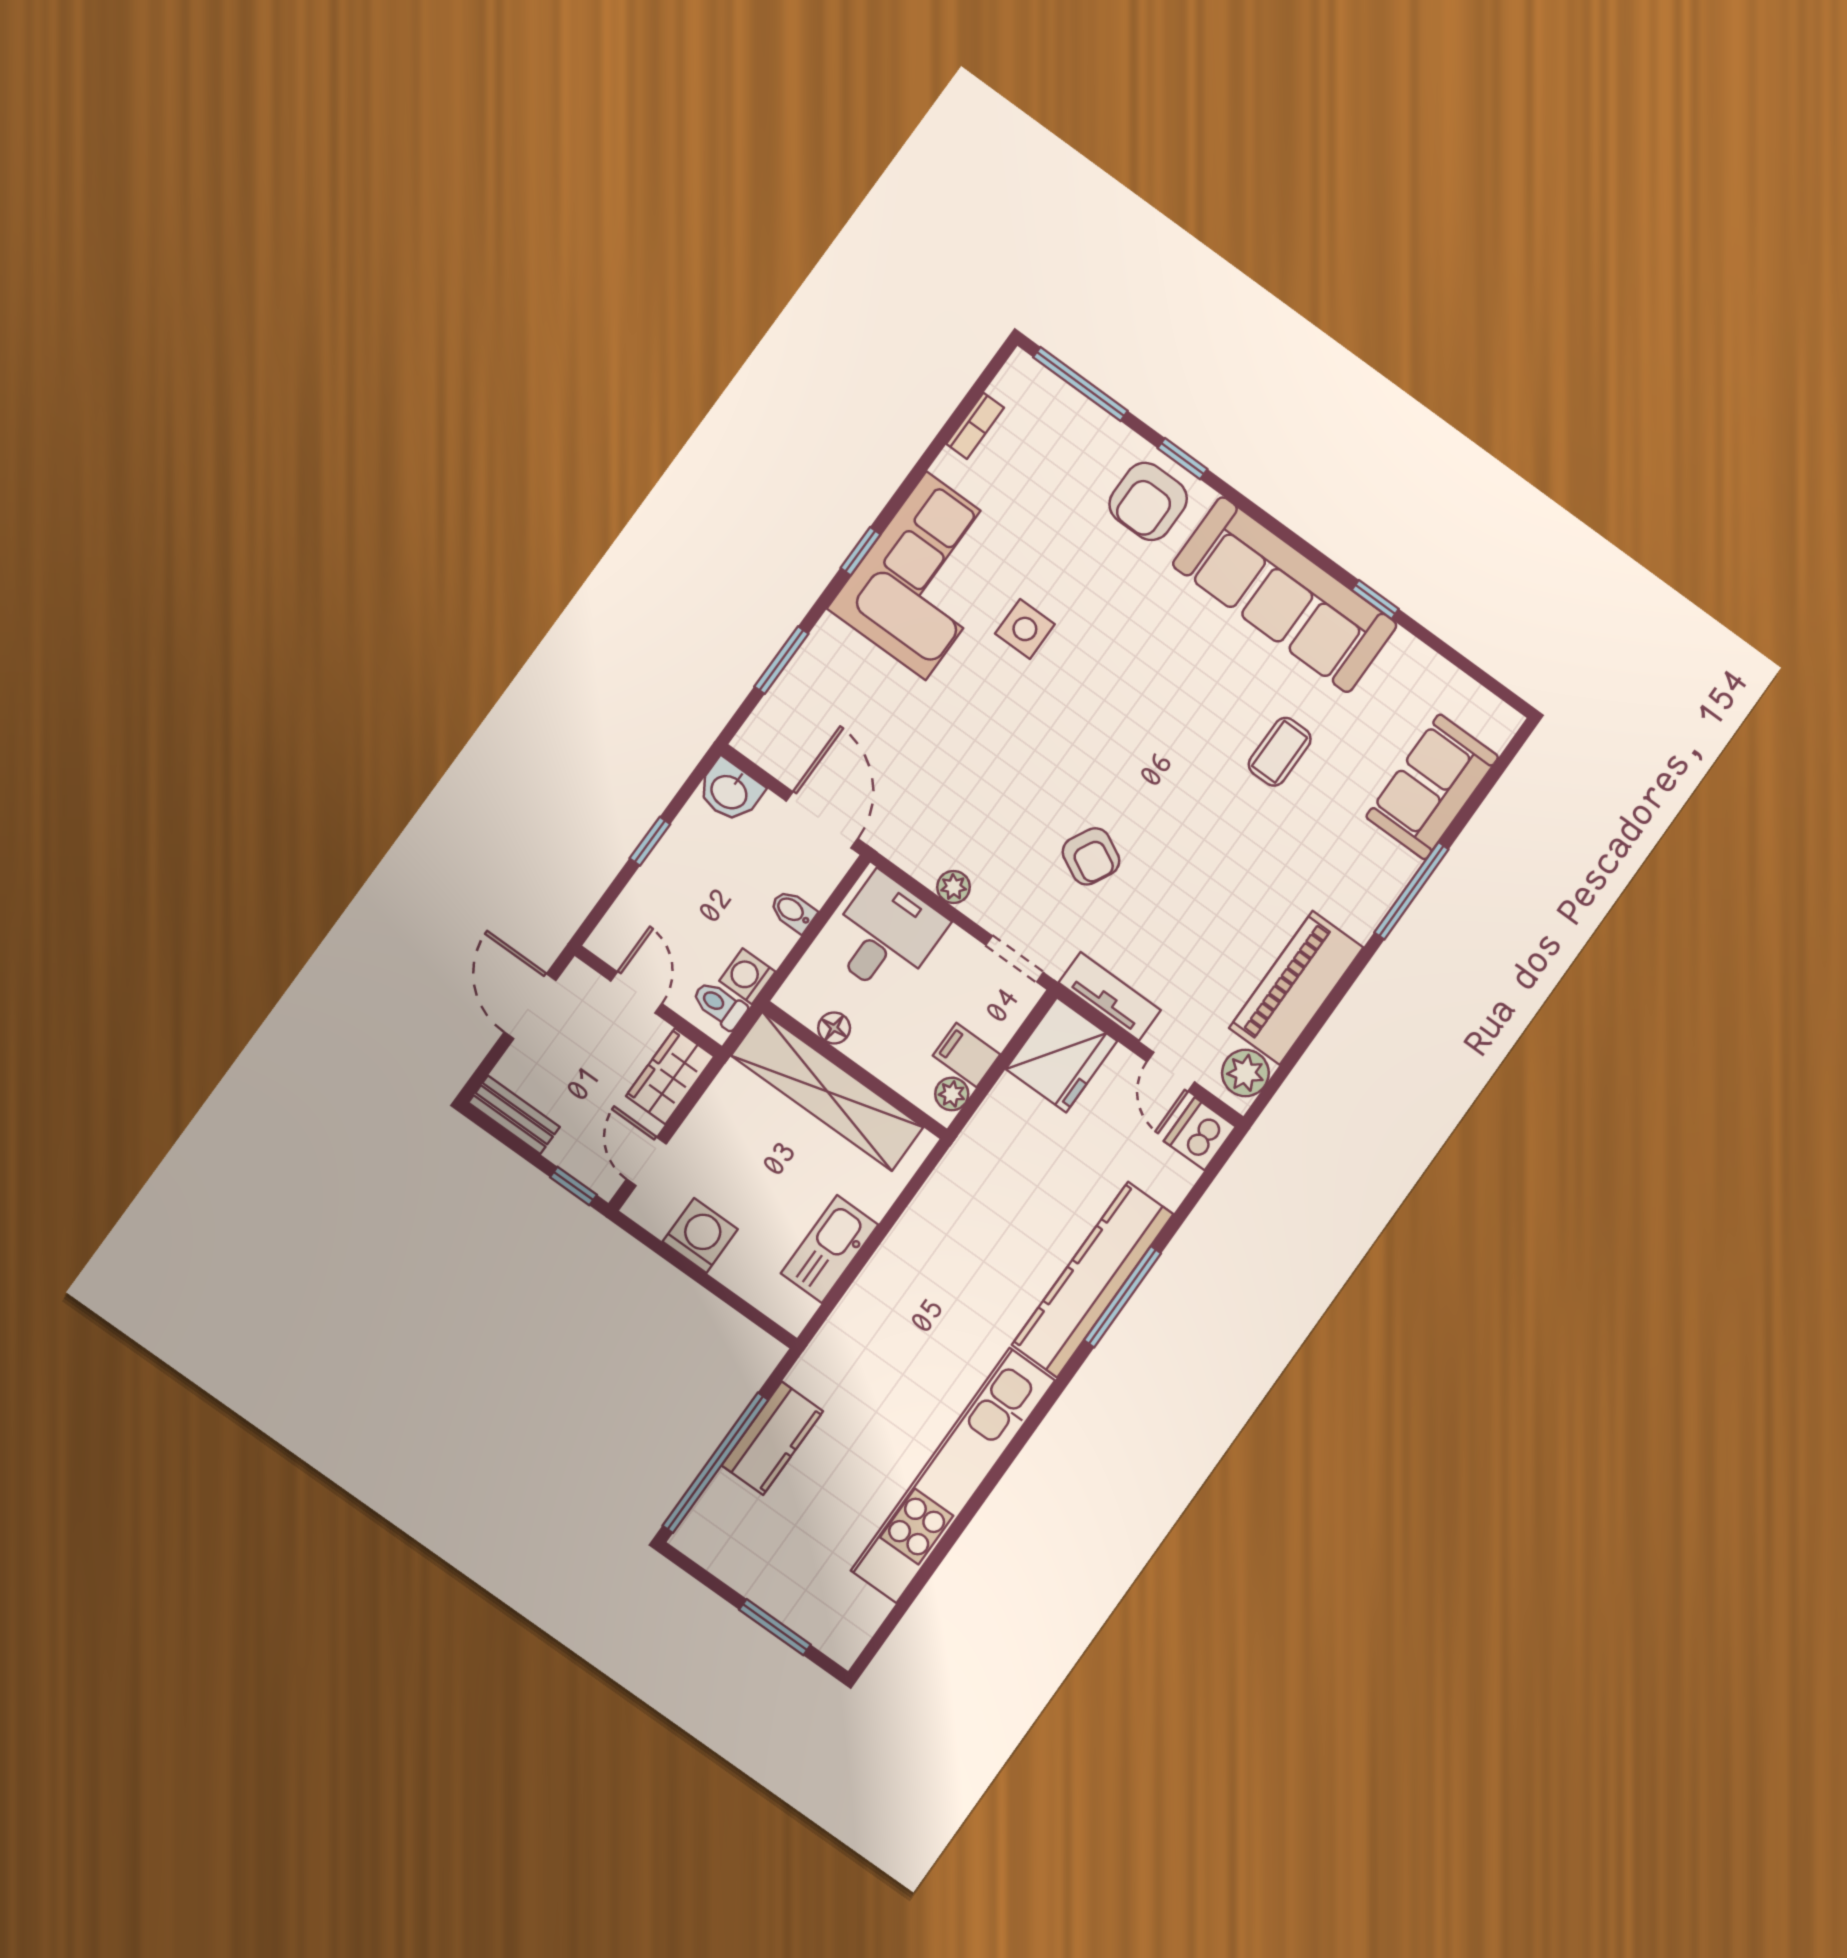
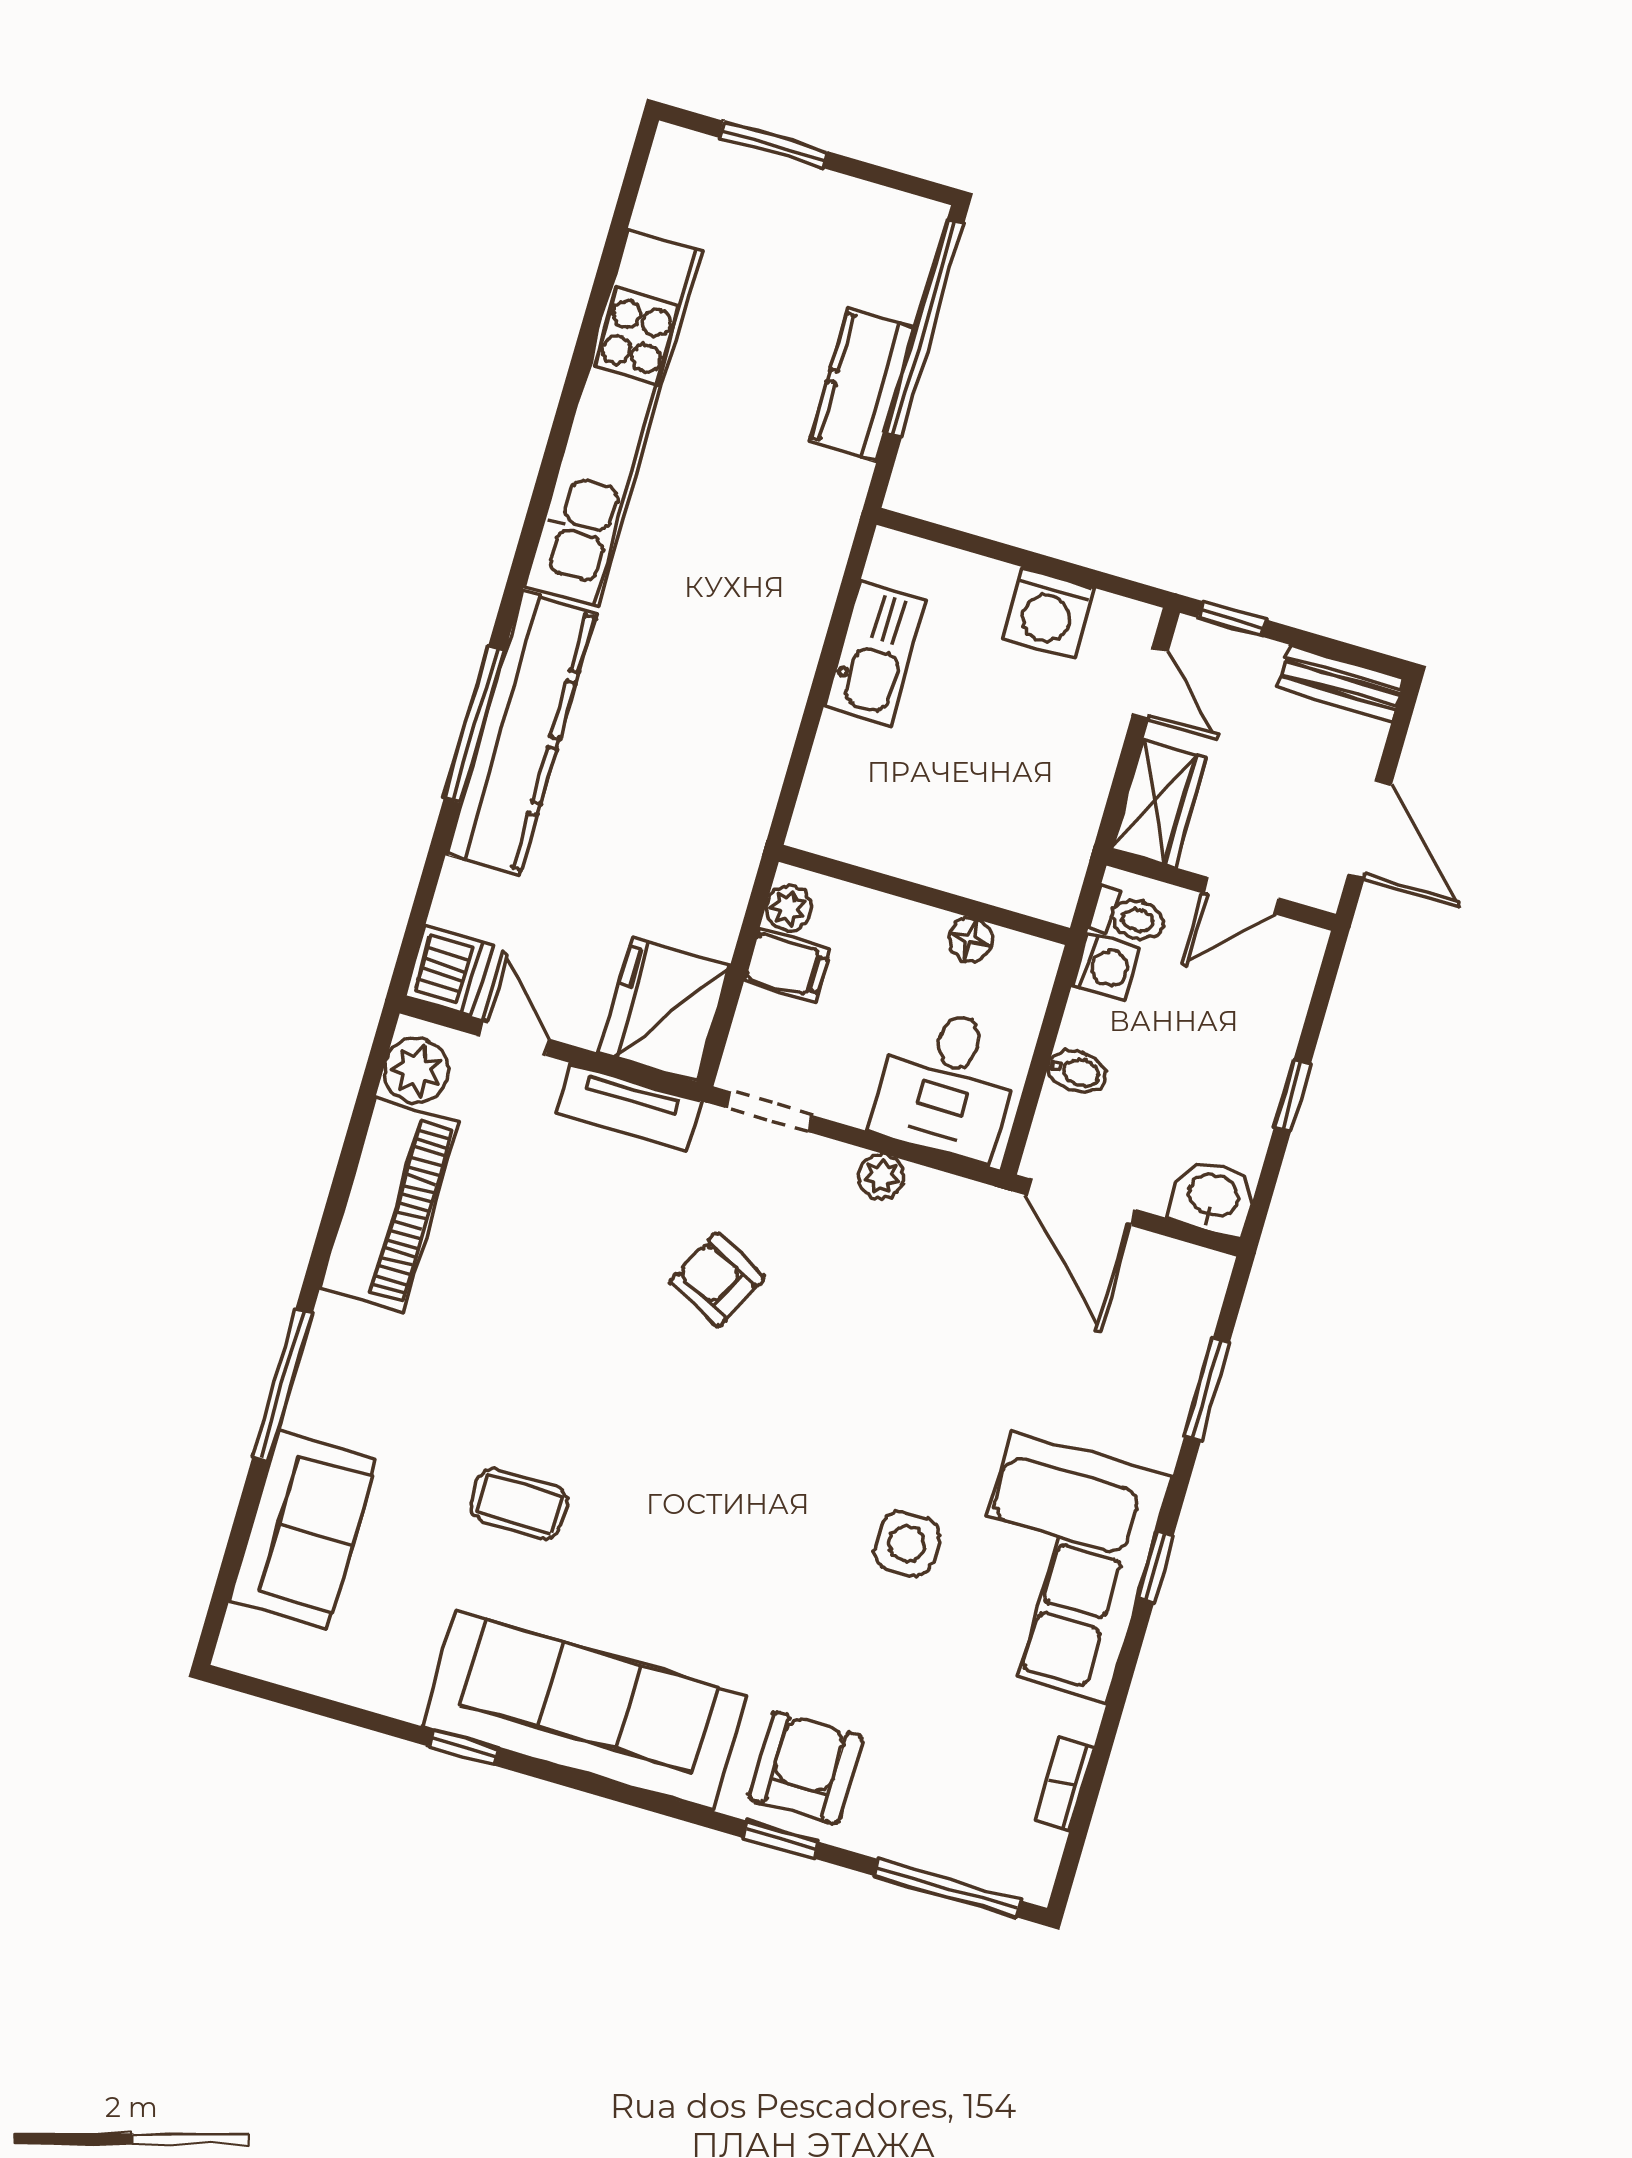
coffee table: (1280, 752) -> (519, 1504), turned 90
door: (636, 992) -> (1241, 895), hinge flipped
shelving: (827, 1091) -> (950, 855), removed

